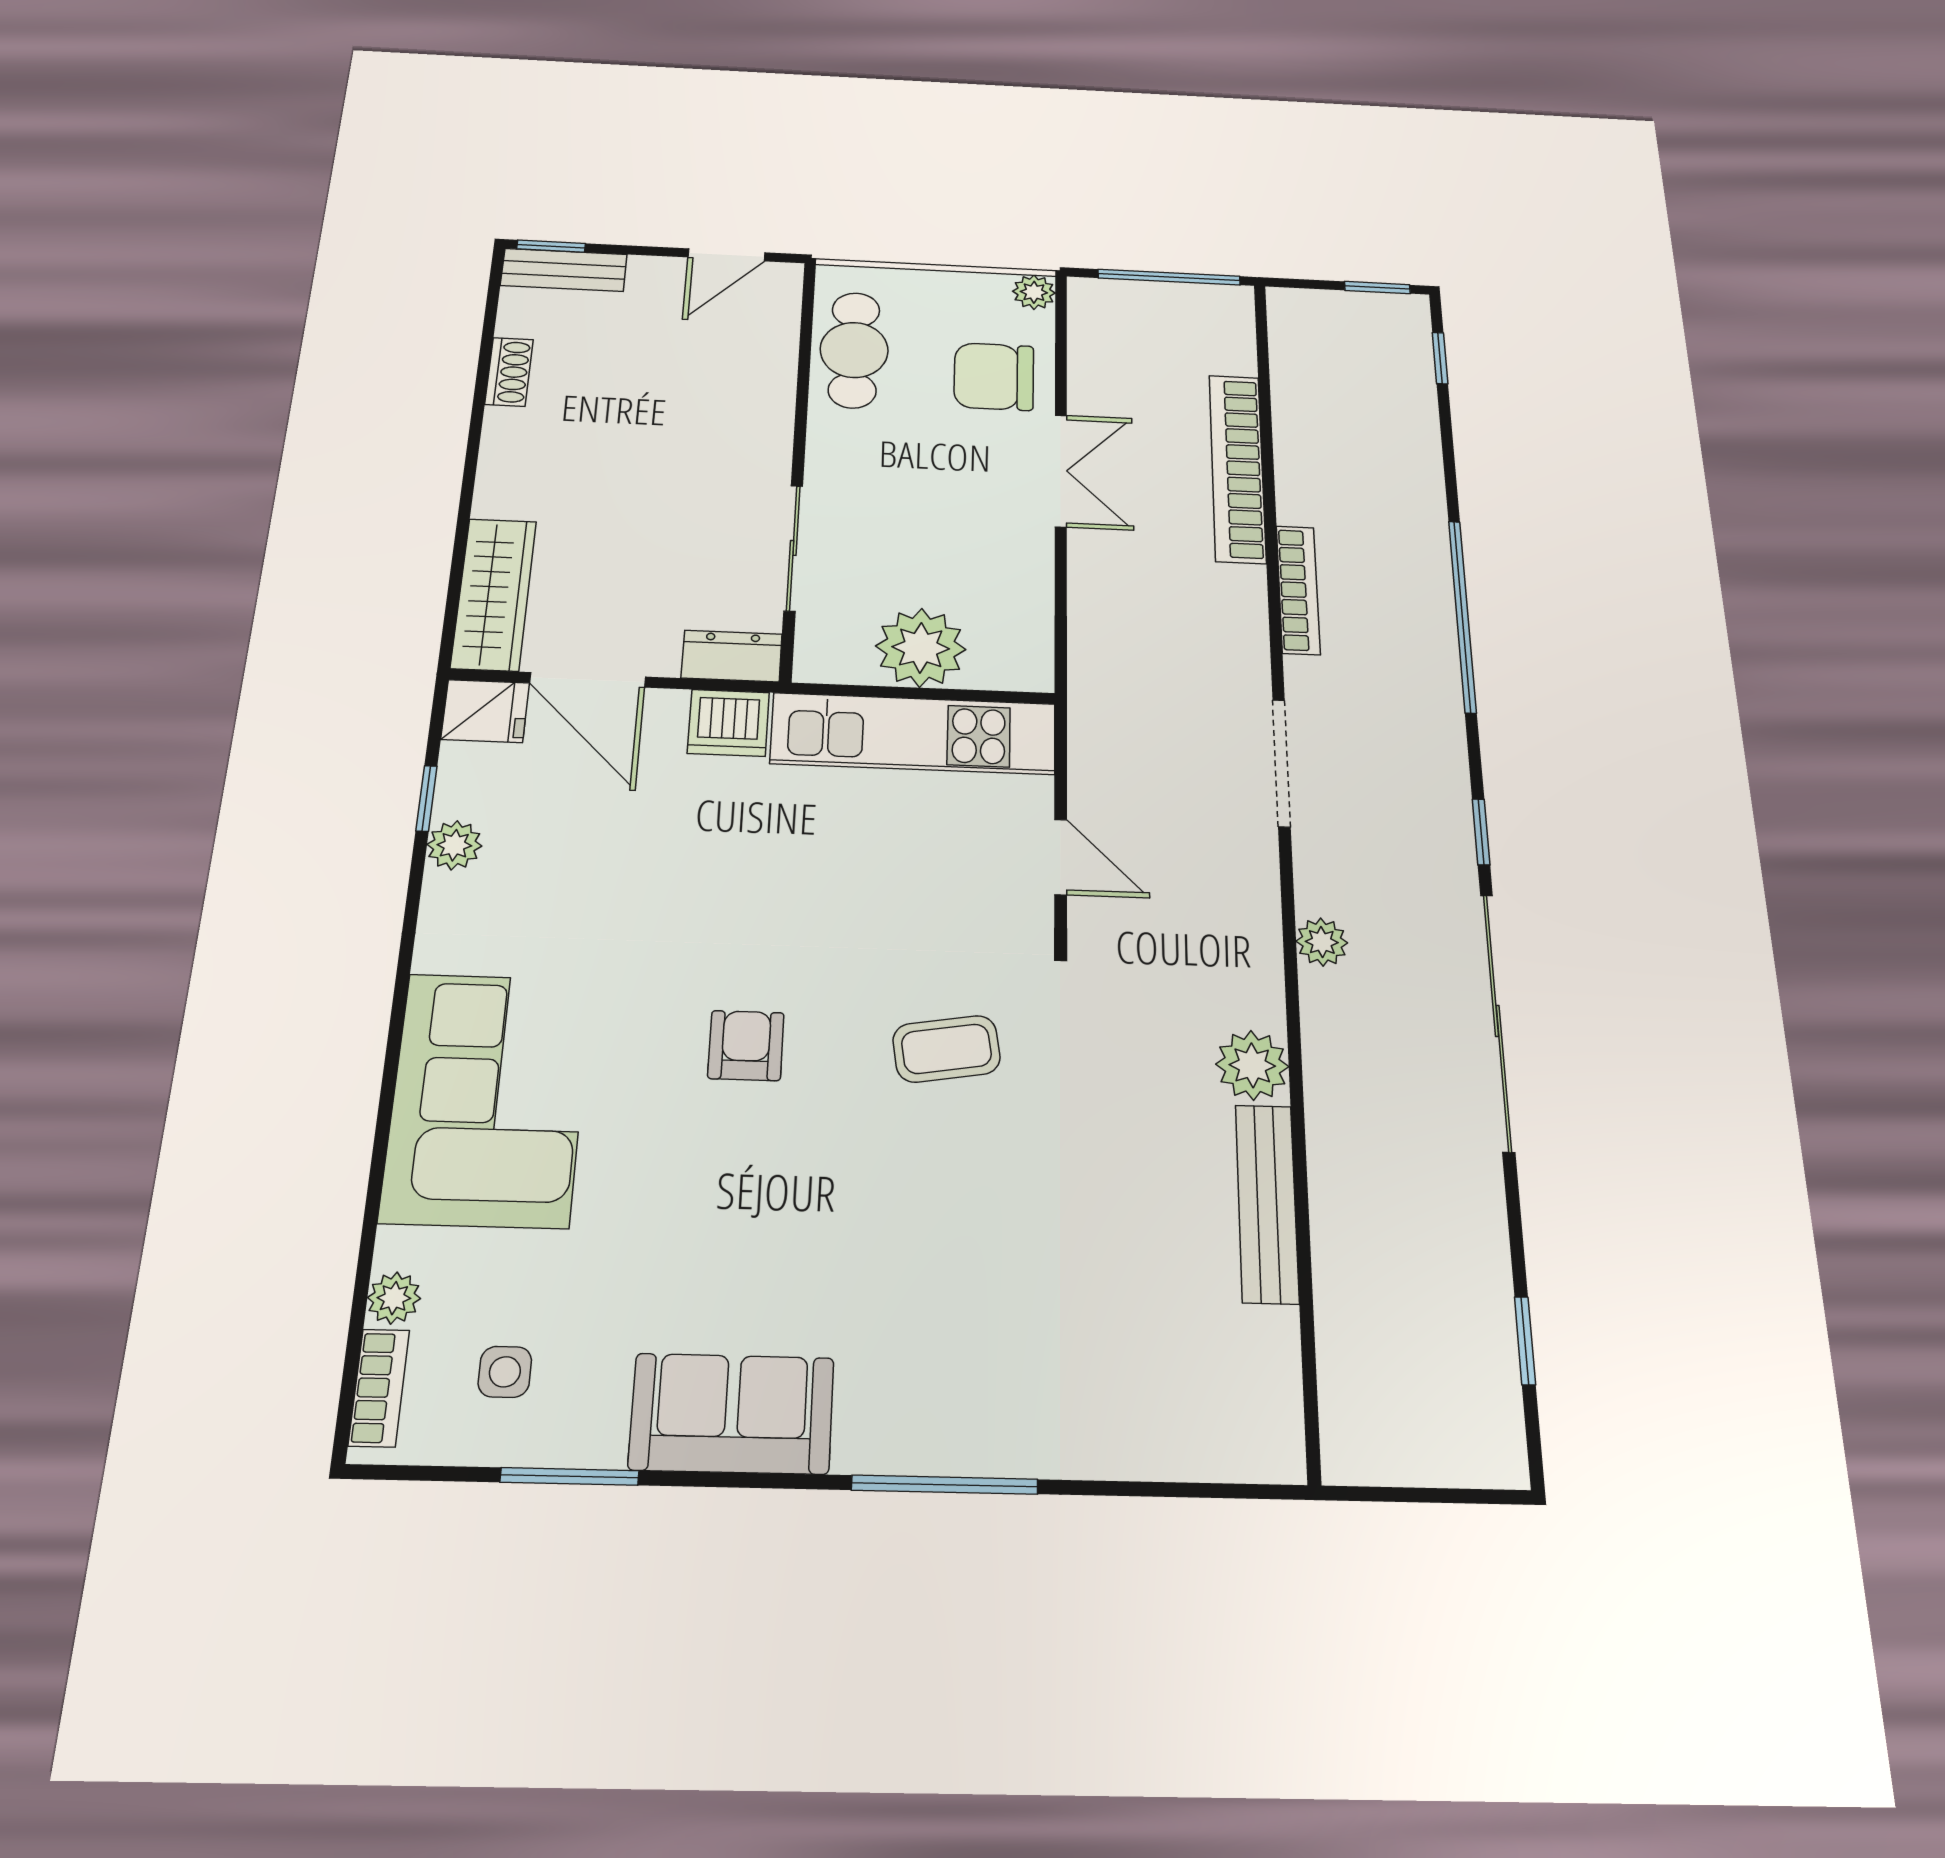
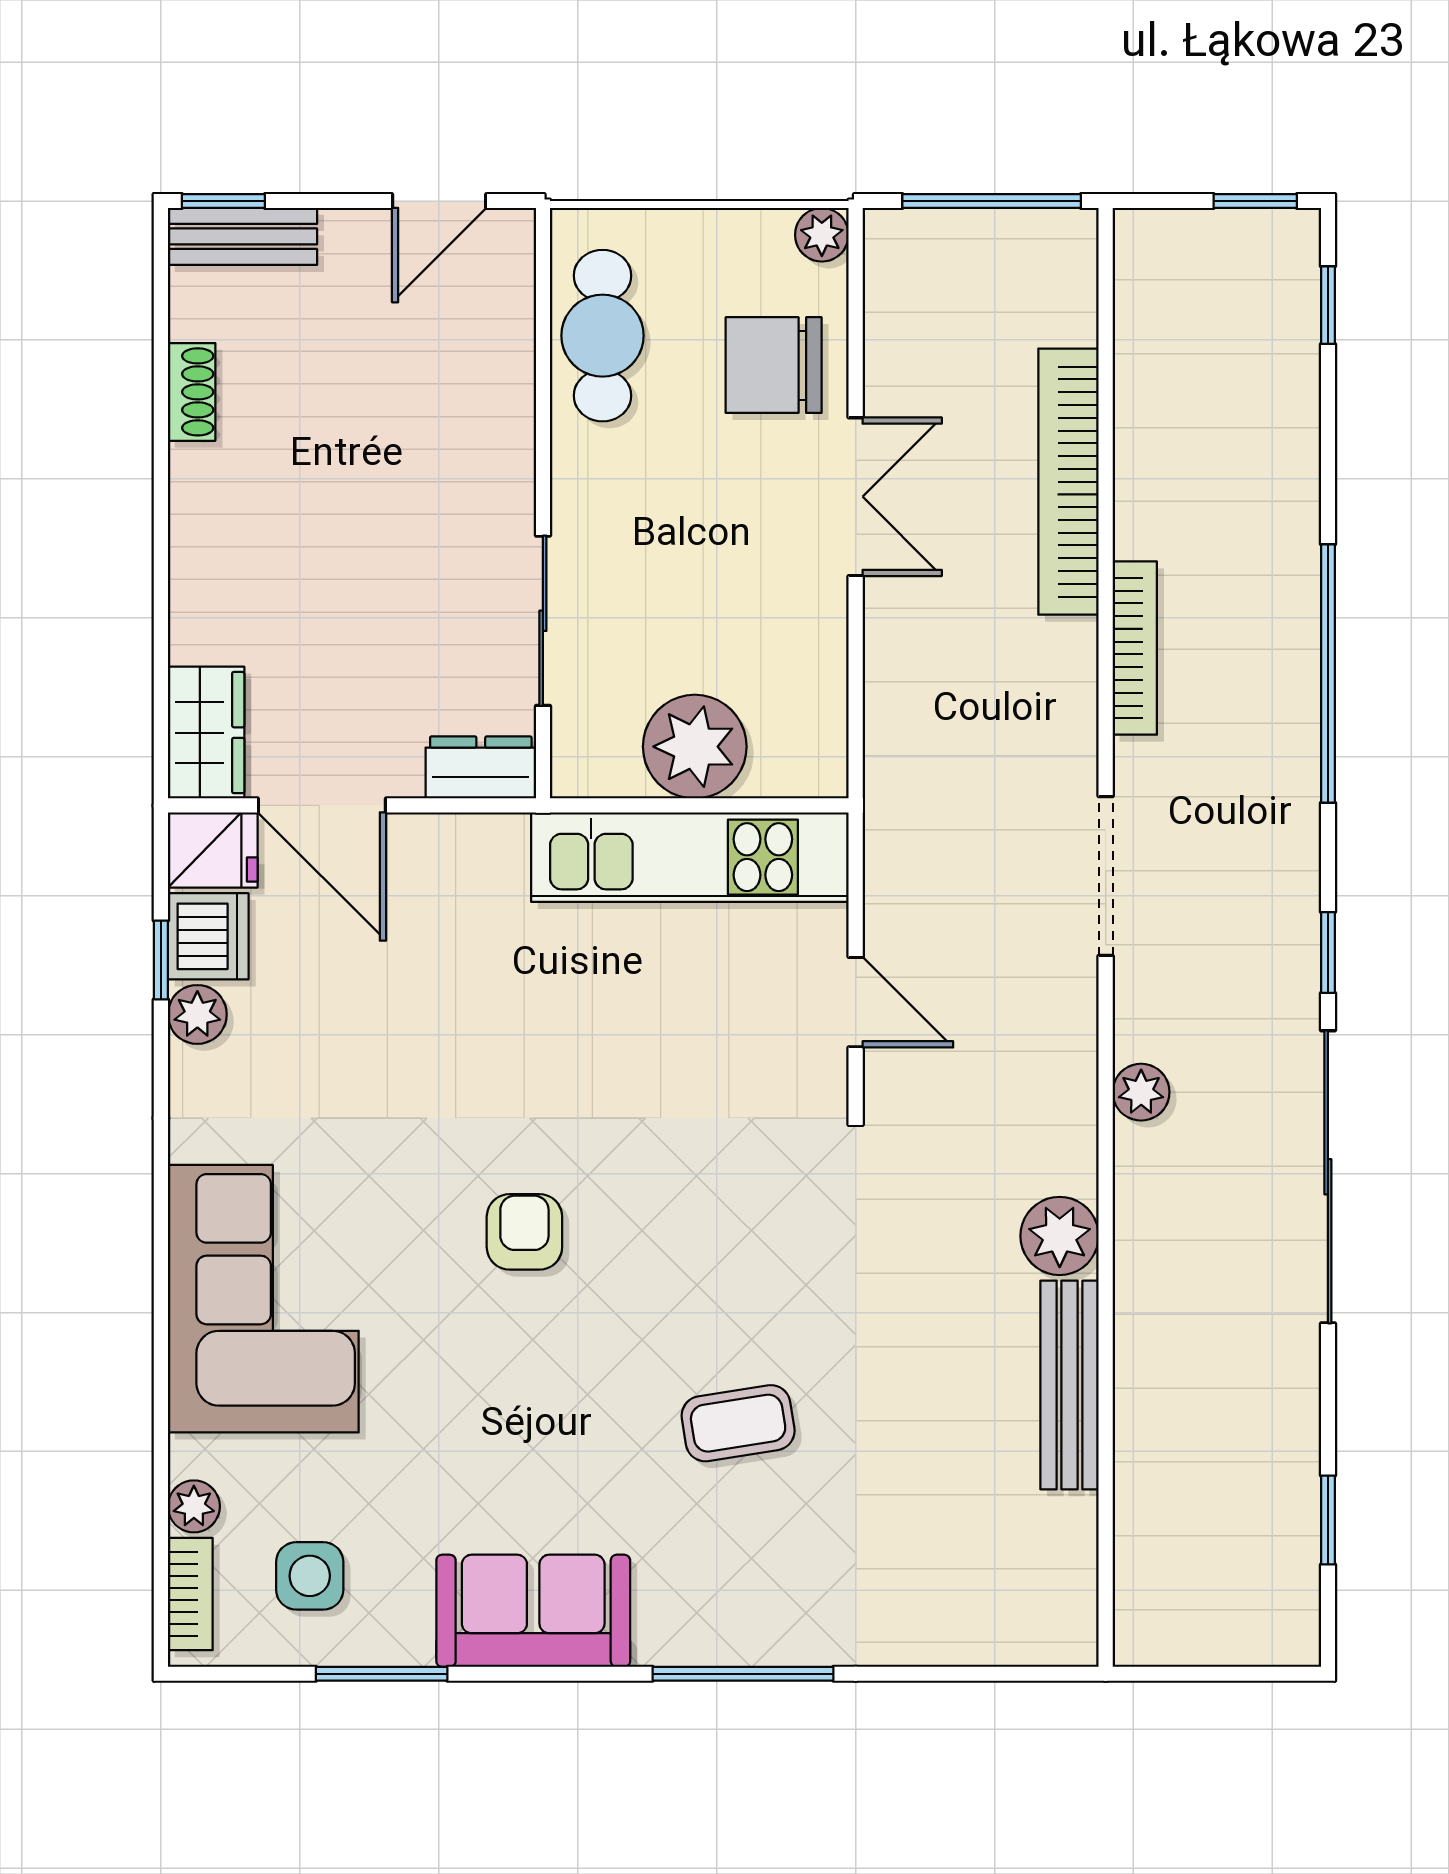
wardrobe: (494, 594) -> (206, 733), width x0.67
dishwasher: (728, 723) -> (208, 936), moved, turned -90
coffee table: (947, 1049) -> (738, 1423), moved
side table: (505, 1372) -> (310, 1576), width x1.37, depth x1.37

